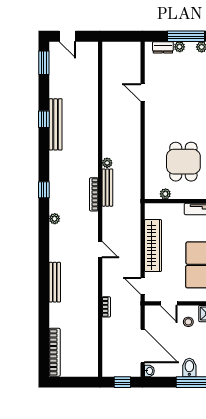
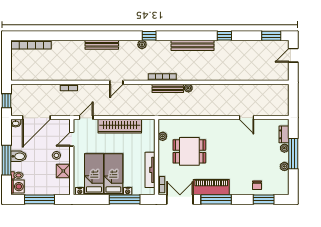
door: (143, 93) -> (247, 118), swing flipped
bench: (56, 124) -> (192, 45), moved
window: (44, 190) -> (149, 36), moved
bench: (55, 282) -> (102, 45), moved

